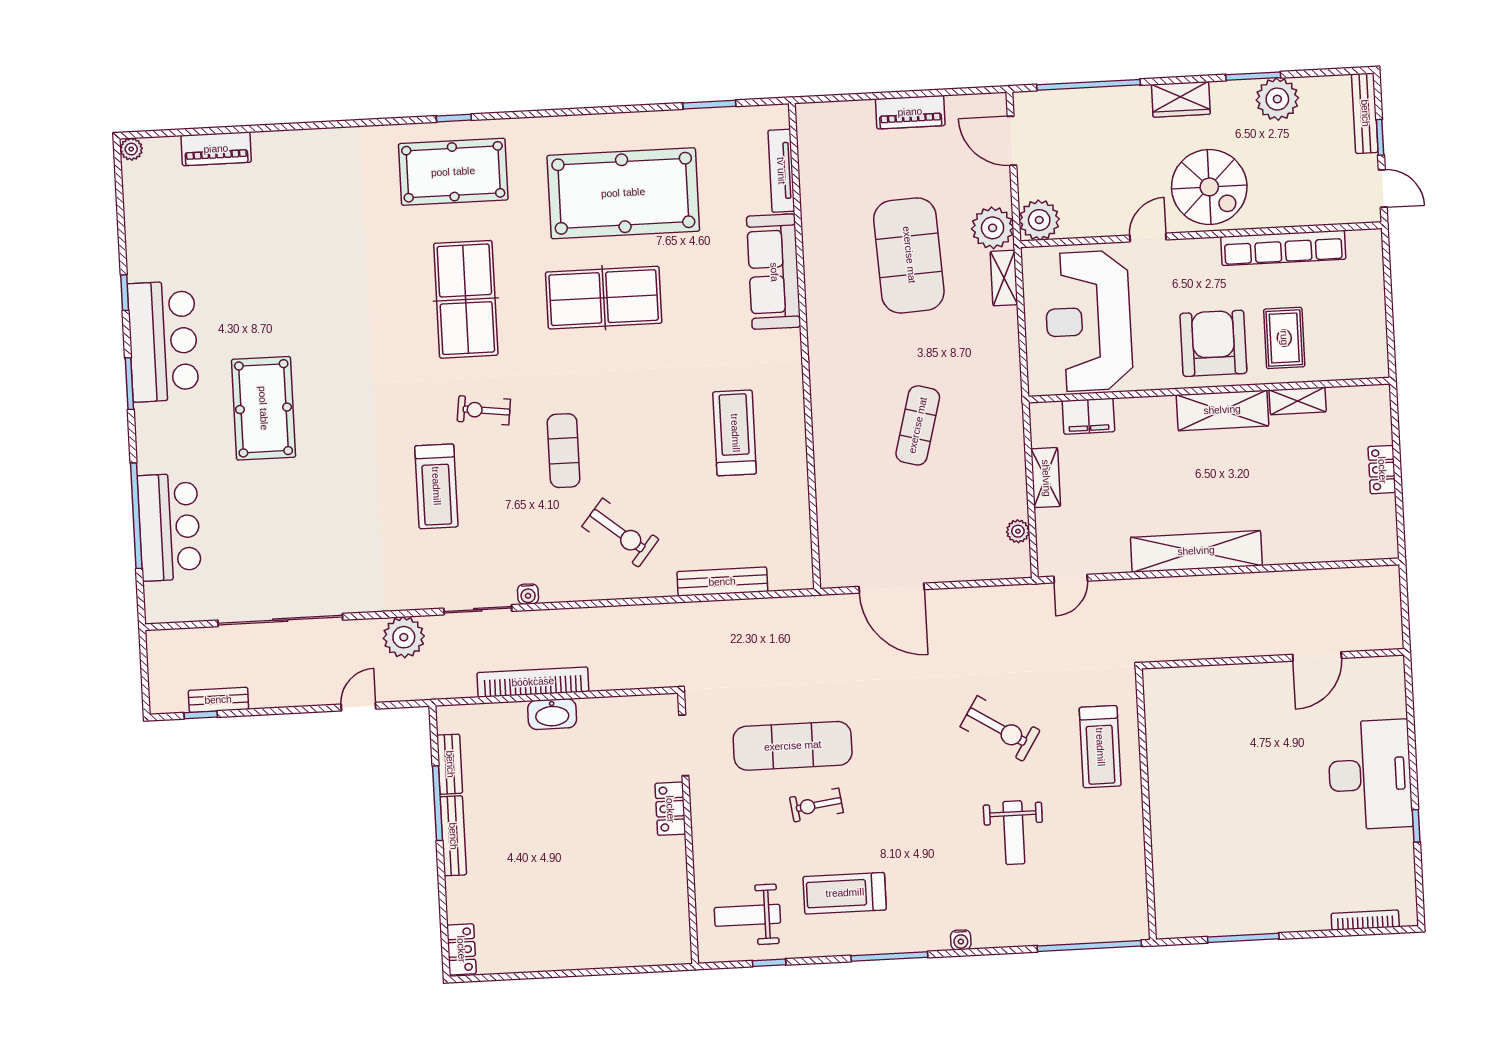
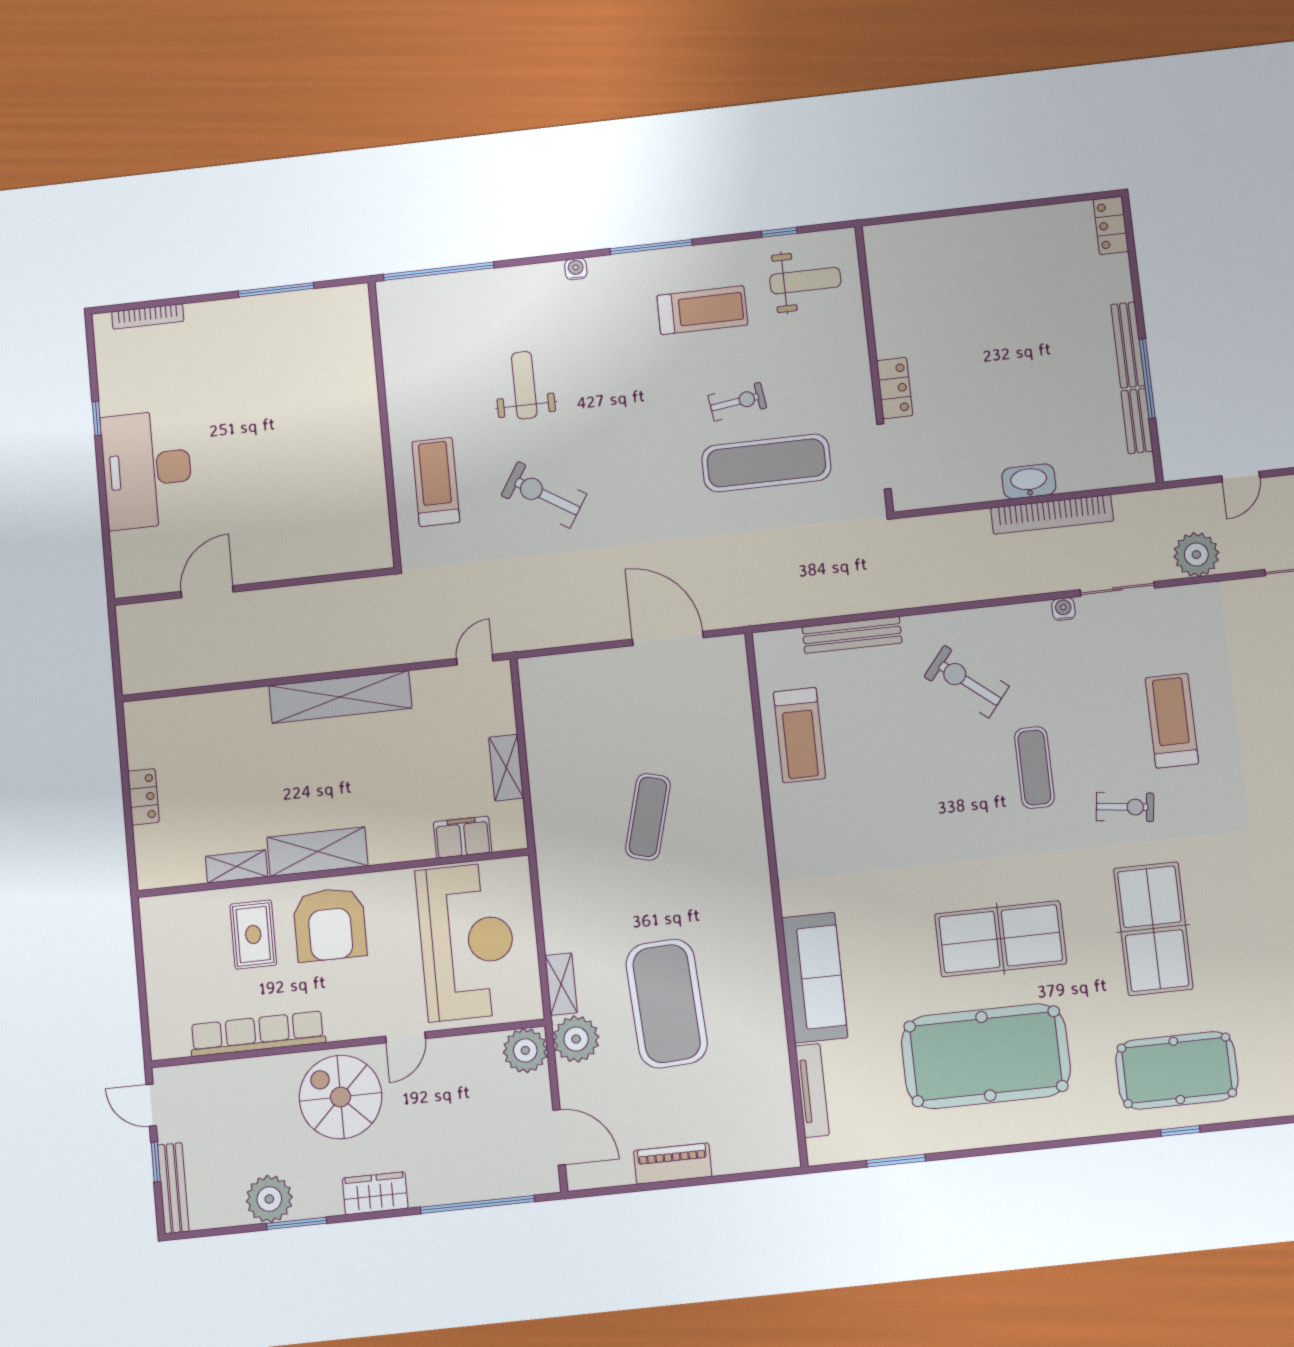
treadmill: (735, 433) -> (799, 735), moved
plant: (1018, 531) -> (534, 708), removed

